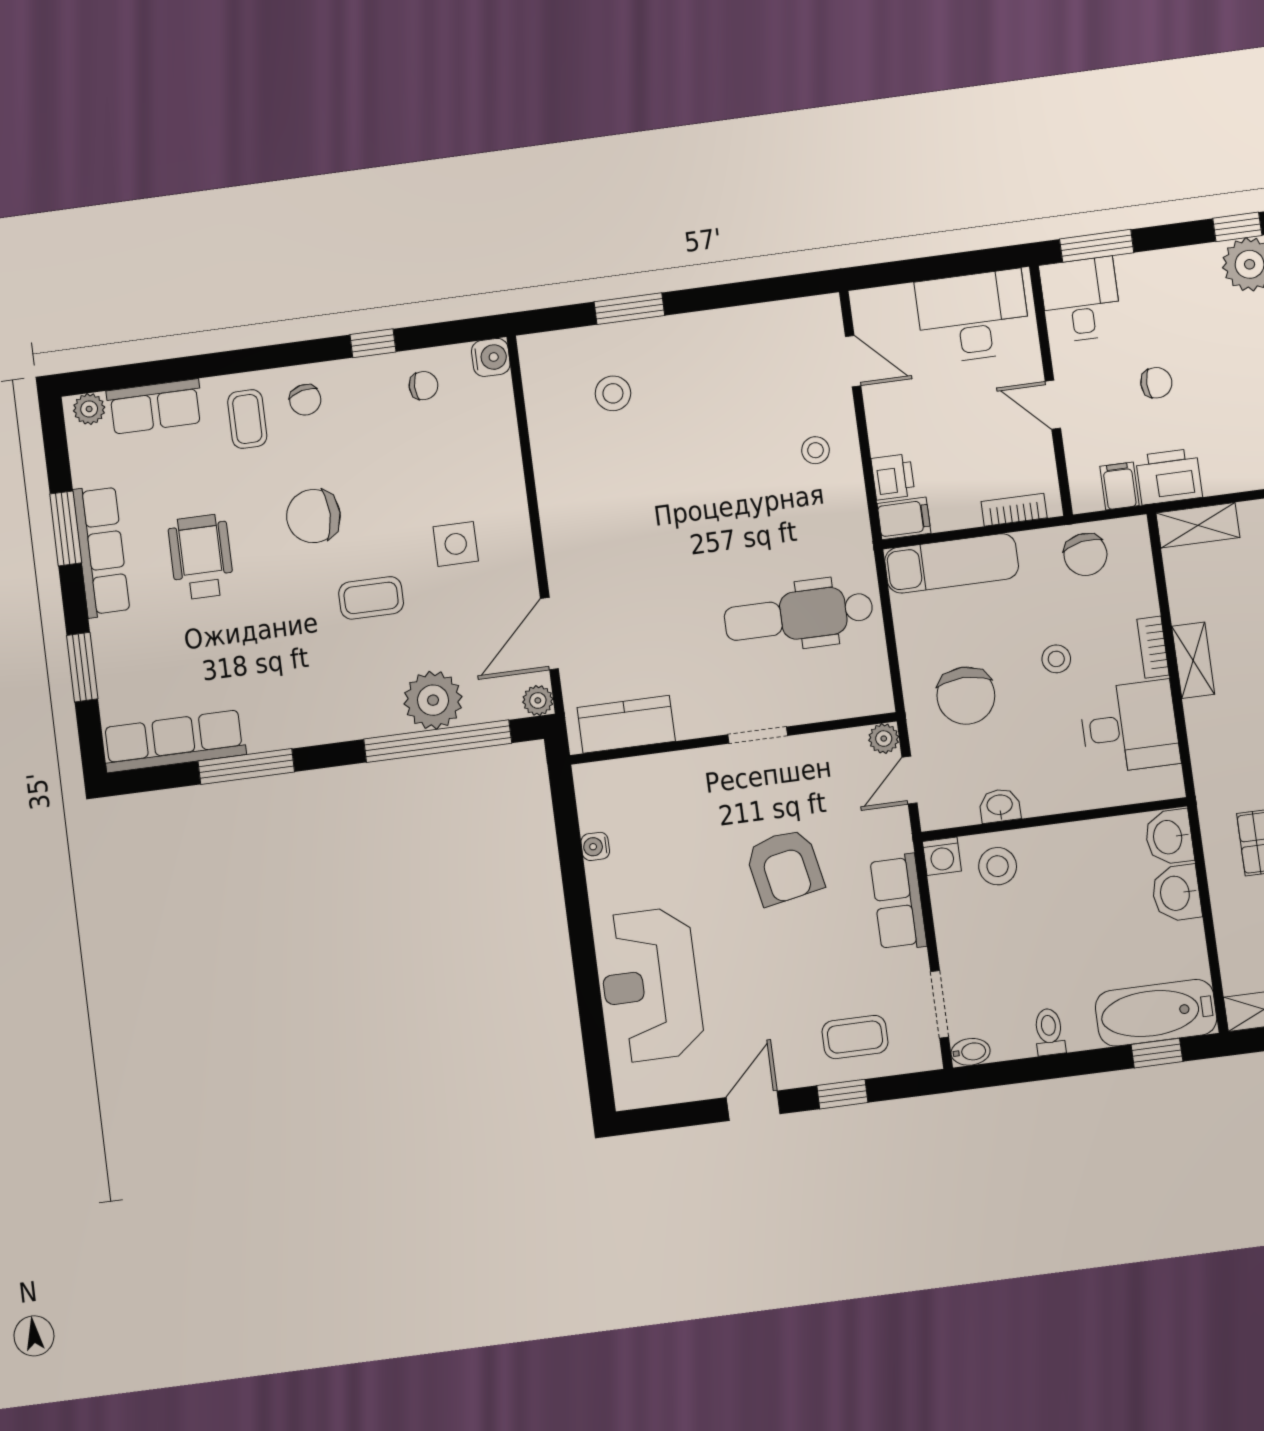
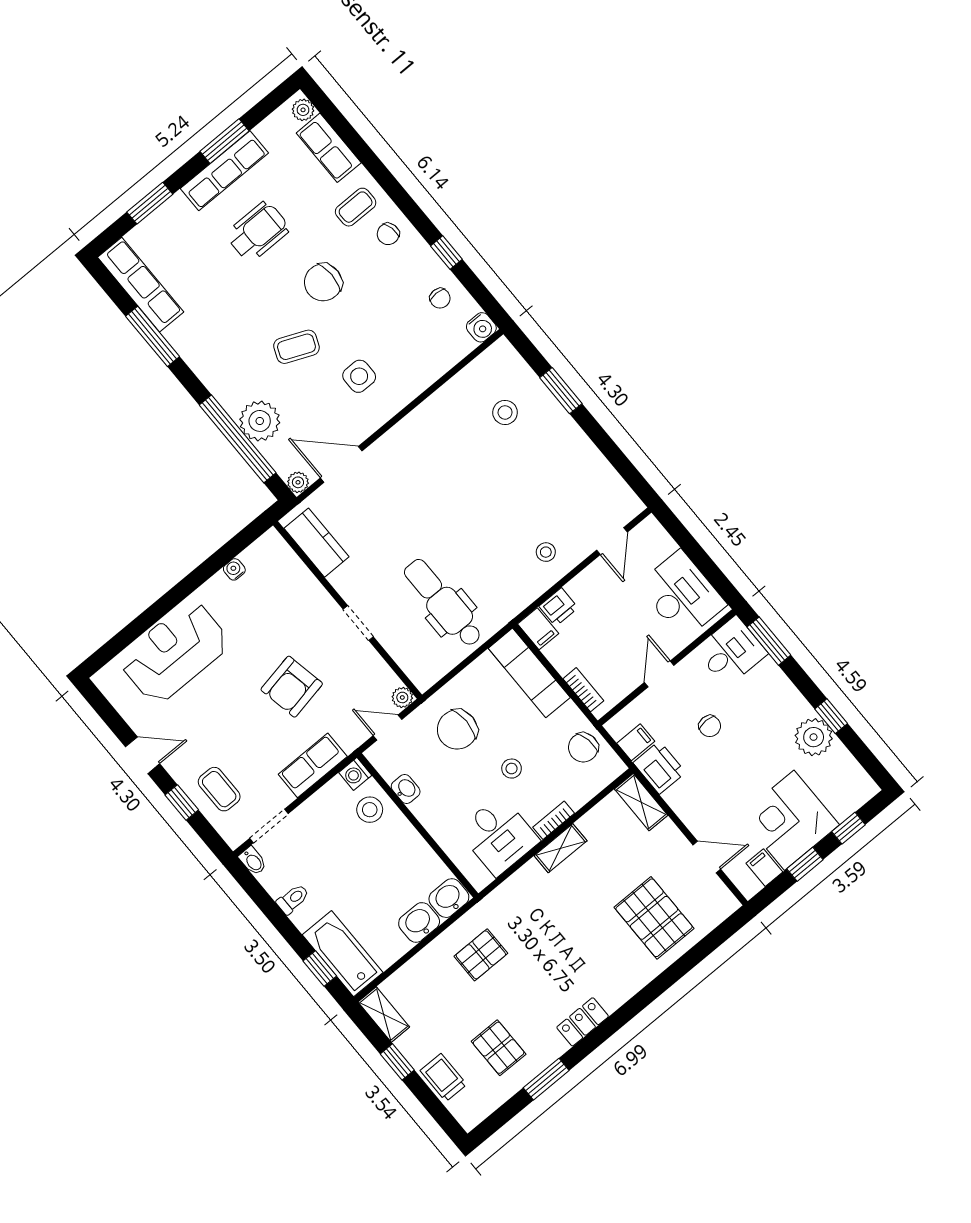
chair: (313, 516) -> (323, 282), turned -90
coffee table: (371, 598) -> (296, 347), turned -67

